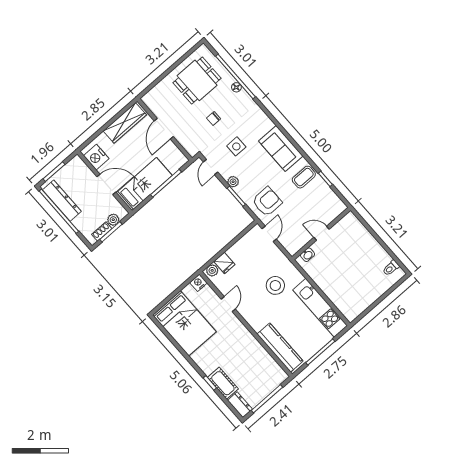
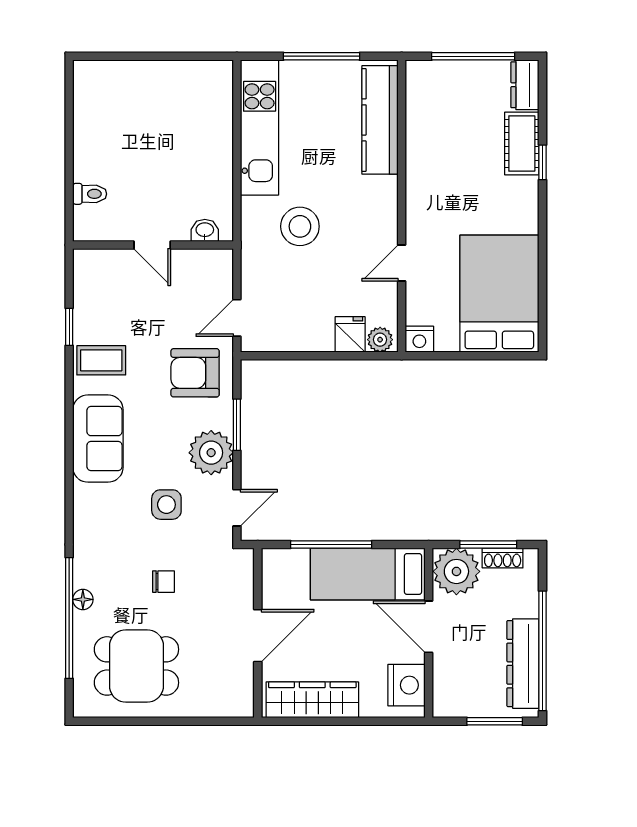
plant: (233, 182) -> (211, 453), width x1.87, depth x1.87
plant: (113, 220) -> (456, 571), width x1.88, depth x1.88
toilet: (391, 268) -> (90, 194), moved

